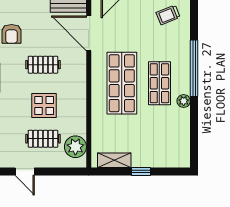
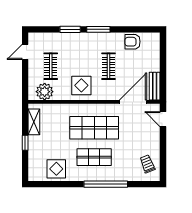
plant: (184, 101) -> (80, 176), removed
display table: (44, 106) -> (81, 85), moved
display table: (174, 132) -> (56, 169), added

